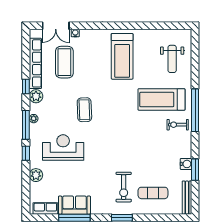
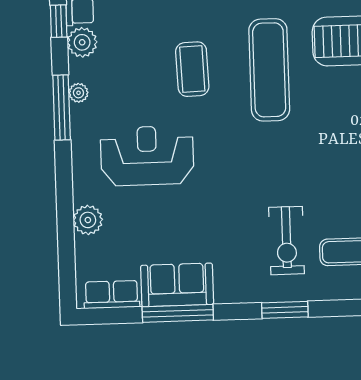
exercise mat: (118, 111) -> (269, 70), added
window: (26, 153) -> (64, 171), removed

